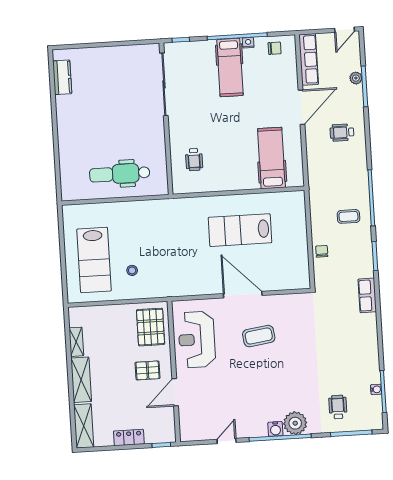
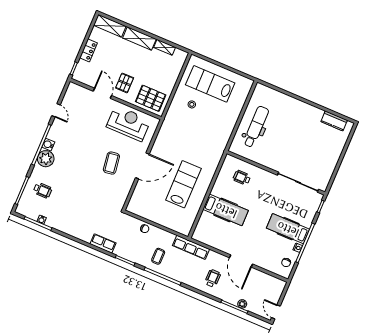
row of seats: (309, 59) -> (191, 247), moved
hospital bed: (271, 158) -> (226, 210), moved

